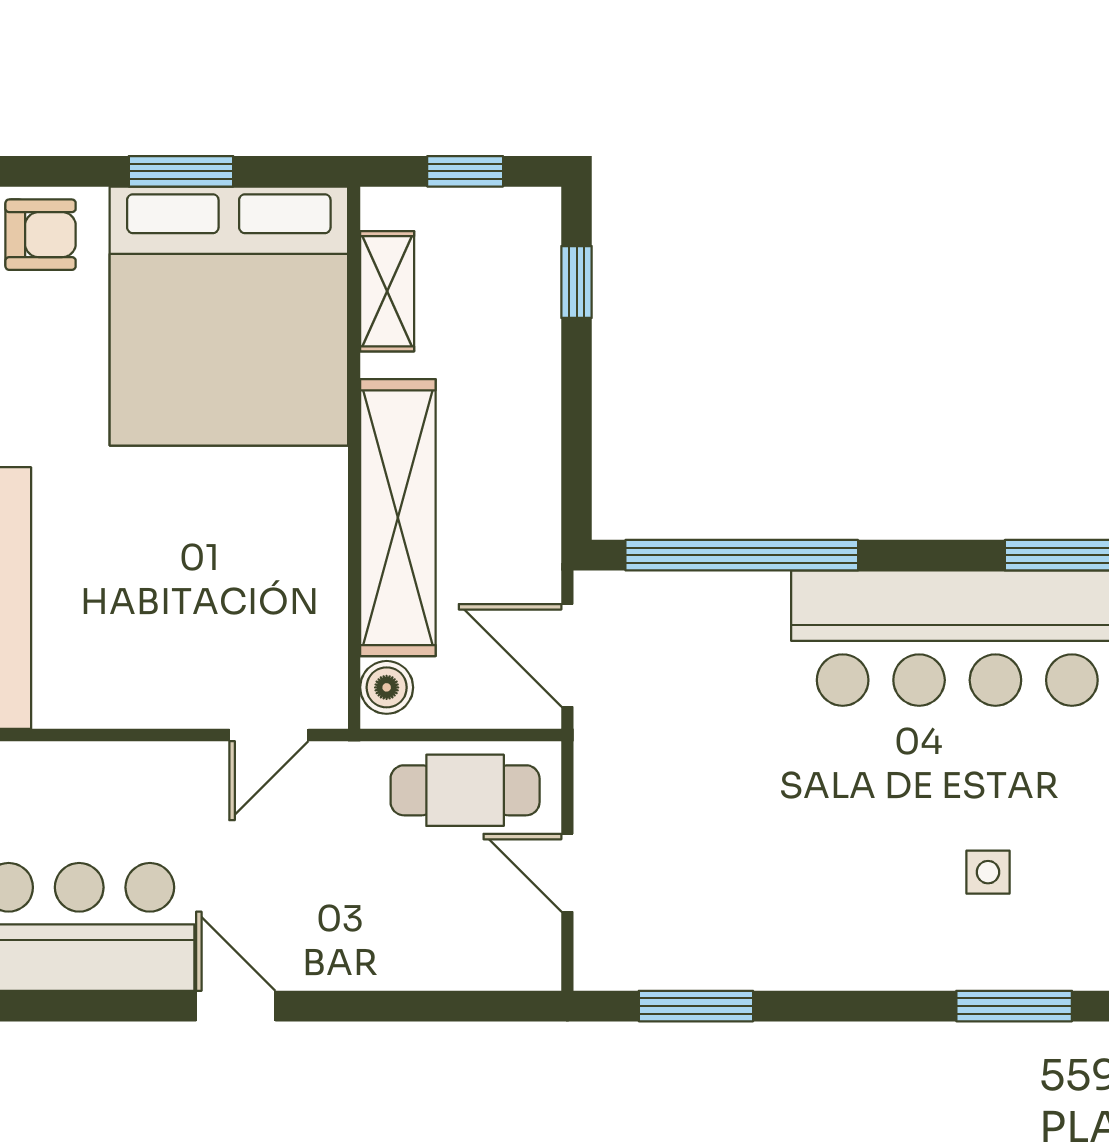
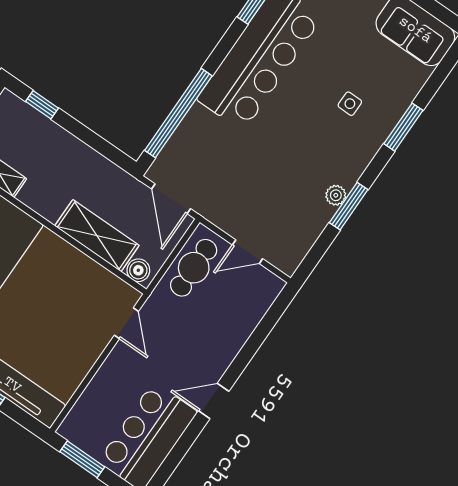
shelving: (398, 518) -> (97, 236), width x0.68
door: (567, 655) -> (171, 199), hinge flipped
plant: (793, 967) -> (336, 195), added
window: (696, 1006) -> (349, 206), moved

